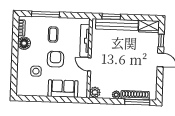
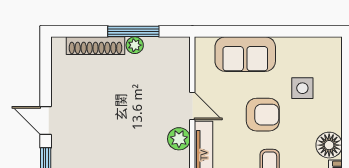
armchair: (56, 59) -> (263, 115), turned -90
plant: (95, 92) -> (179, 139), moved
window: (137, 102) -> (133, 31), moved

